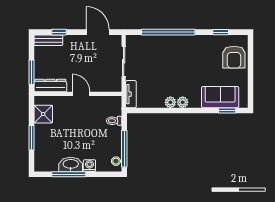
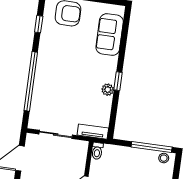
plant: (183, 102) -> (109, 76), removed
window: (227, 110) -> (118, 81), moved
toilet: (114, 121) -> (97, 151), moved

